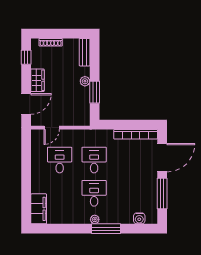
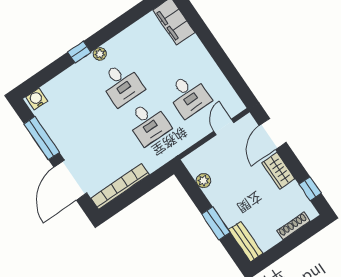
plant: (85, 81) -> (203, 181), moved
window: (95, 92) -> (216, 223), moved
water cooler: (139, 218) -> (37, 99), moved
window: (106, 229) -> (79, 52), width x0.46

